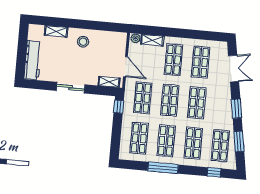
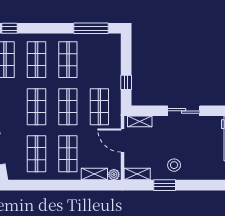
window: (93, 25) -> (165, 185), added
shelving: (56, 31) -> (137, 174), moved
window: (119, 107) -> (126, 82), moved
shop shelf: (139, 138) -> (99, 60), removed
window: (163, 168) -> (91, 28), moved

